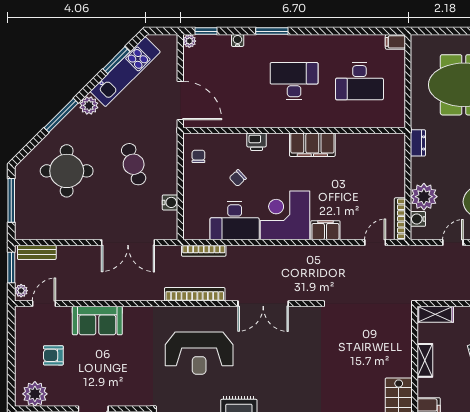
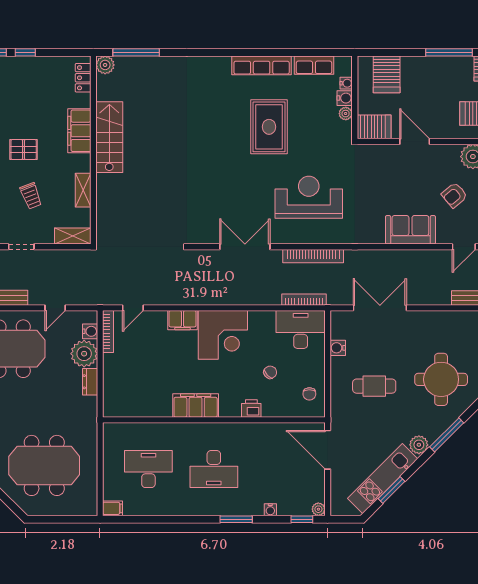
dresser: (418, 143) -> (90, 382), moved
cafe table: (134, 164) -> (374, 386), turned -71
desk: (235, 221) -> (301, 330), moved
armchair: (53, 355) -> (454, 195), turned 140

